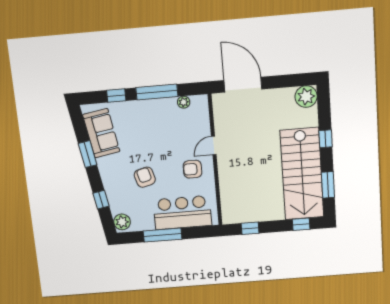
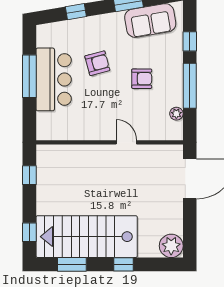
armchair: (193, 169) -> (142, 79), moved, turned 90
bar counter: (182, 213) -> (54, 79), moved
plant: (122, 222) -> (48, 32), removed

